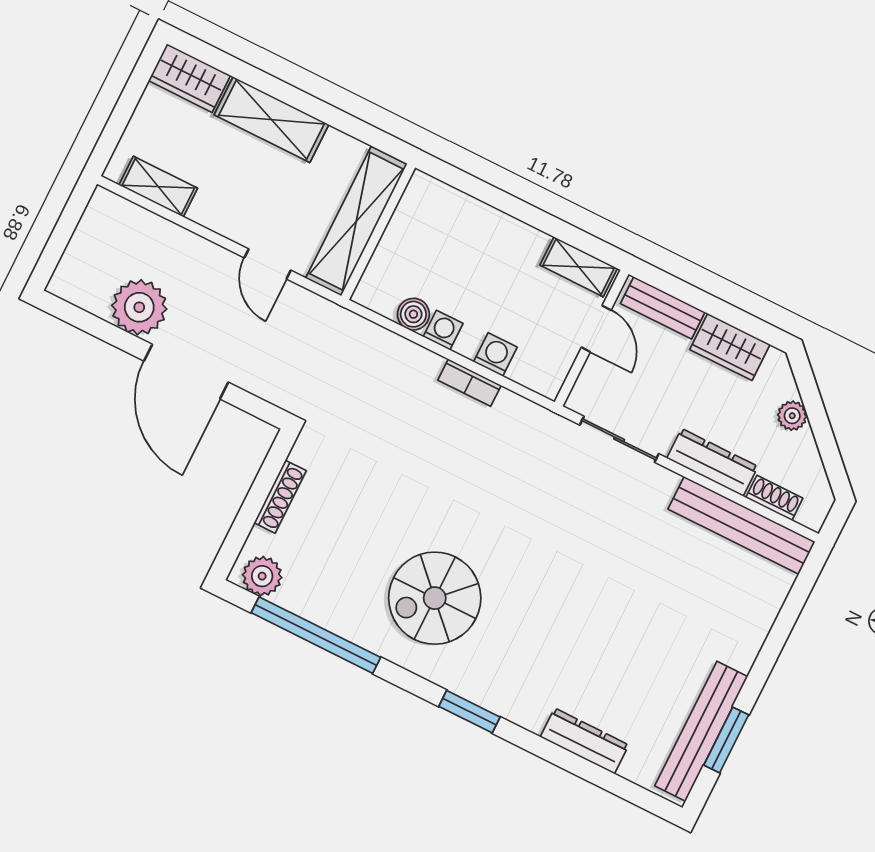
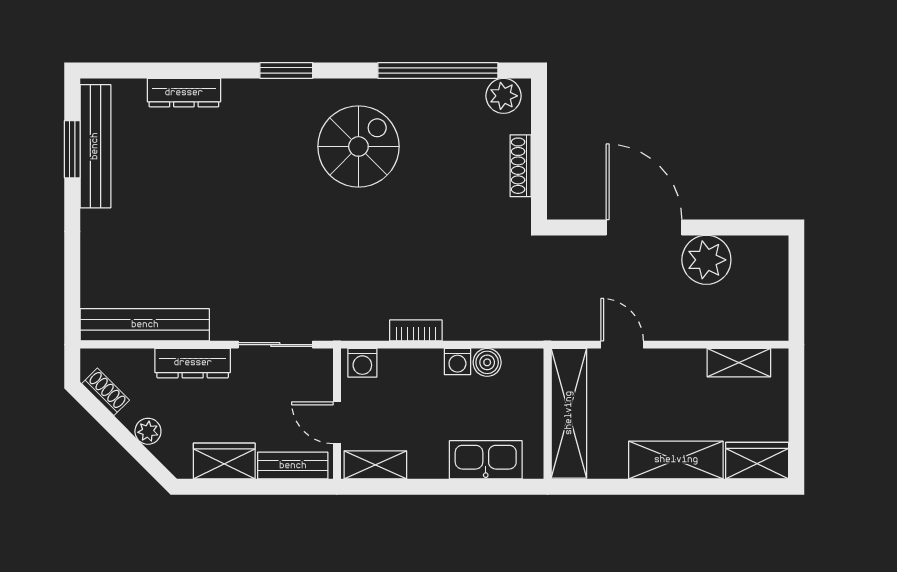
kitchen sink: (464, 216) -> (486, 460), added
washing machine: (495, 355) -> (362, 363), moved
shoe rack: (774, 498) -> (106, 392), moved, turned -135

